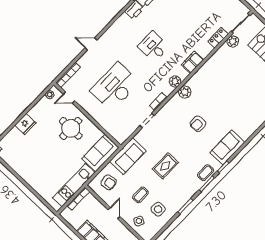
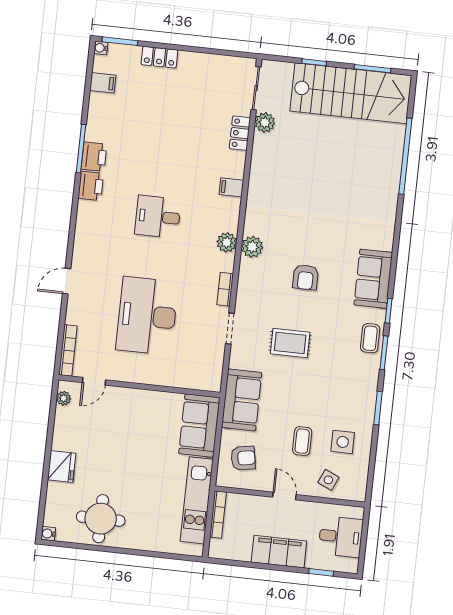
filing cabinet: (193, 62) -> (231, 187), width x0.50
round table: (71, 128) -> (101, 519), moved
rug: (165, 166) -> (290, 343), moved, turned 90

